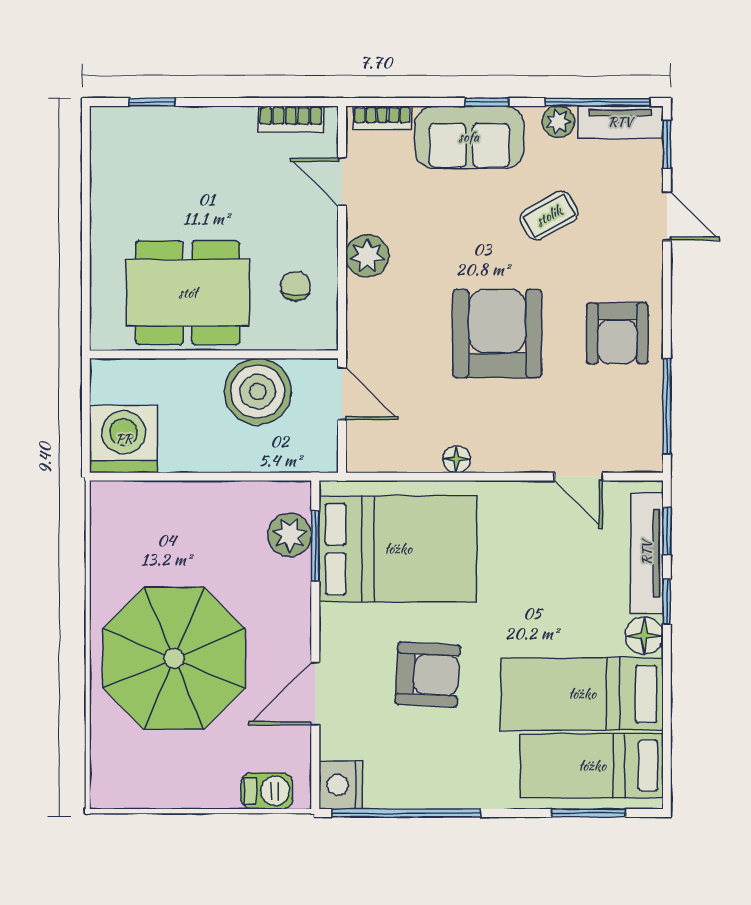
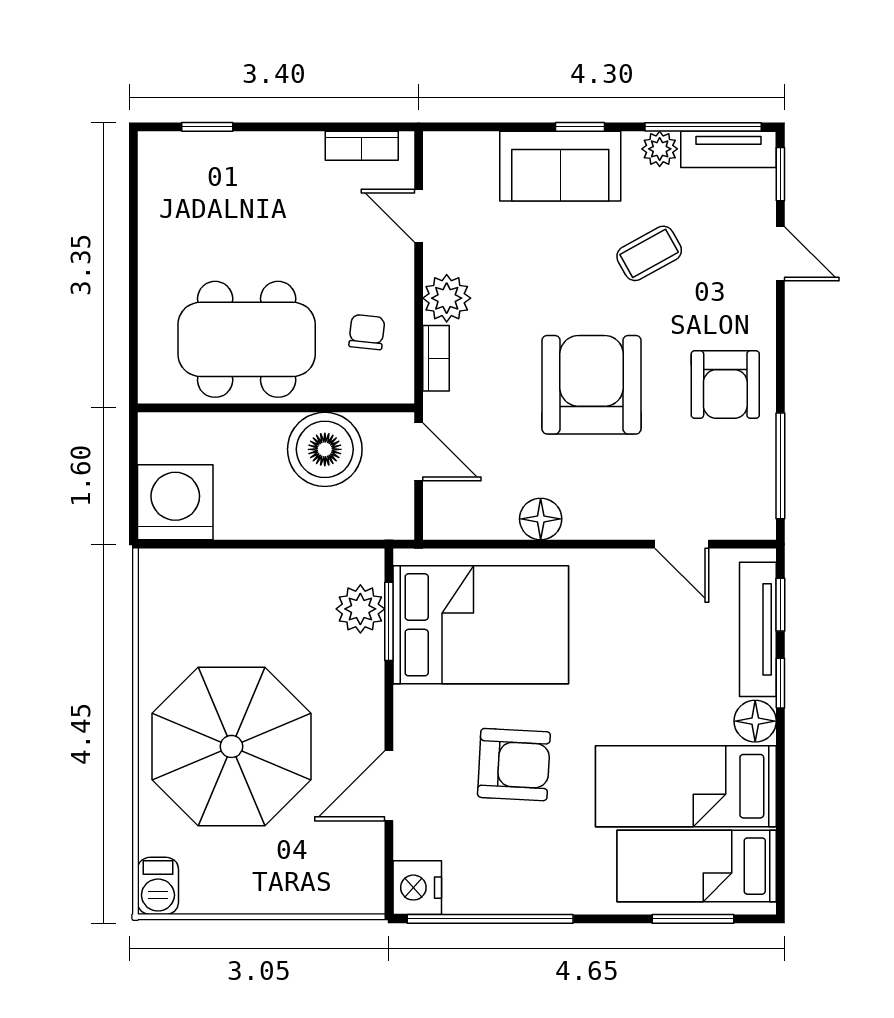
bookcase: (382, 118) -> (436, 358), moved, turned -90
floor lamp: (457, 459) -> (541, 519), width x1.37, depth x1.37
barbecue: (267, 791) -> (158, 886), moved, turned 90

